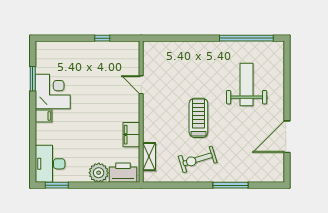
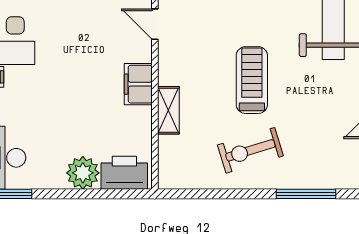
filing cabinet: (131, 135) -> (138, 84), moved
shelving: (149, 157) -> (168, 110), moved

